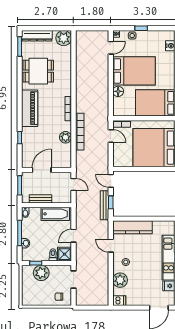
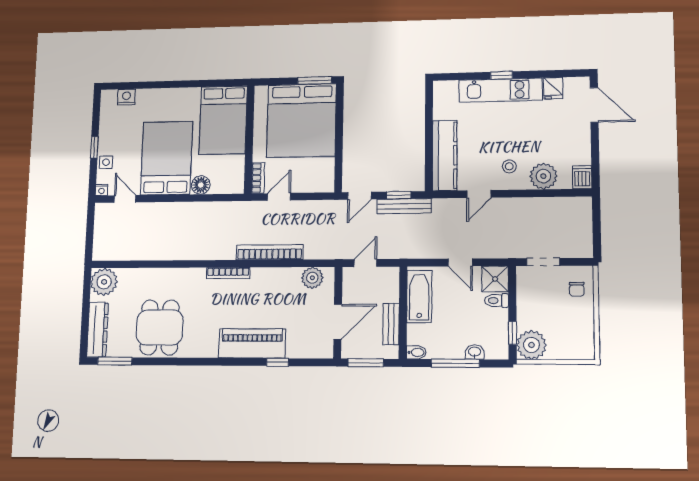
piano: (30, 108) -> (252, 343), moved
plant: (66, 137) -> (312, 278), moved
door: (42, 170) -> (338, 322), swing flipped
plant: (41, 273) -> (531, 345), moved

